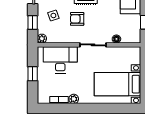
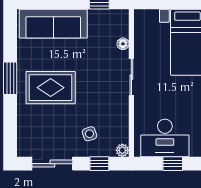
armchair: (77, 19) -> (94, 100), removed
desk: (60, 60) -> (165, 138), moved, turned -90

